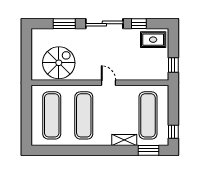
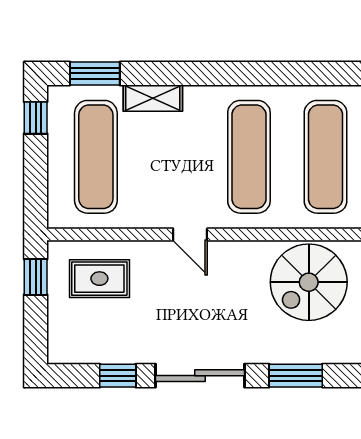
rug: (153, 40) -> (99, 279), moved

